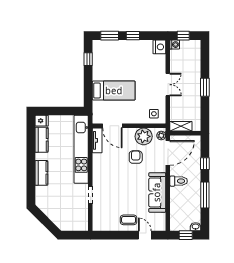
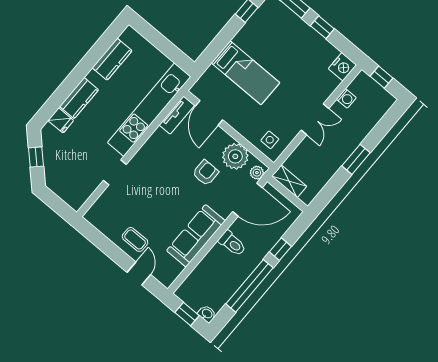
washing machine: (175, 45) -> (346, 98), moved
fridge: (42, 121) -> (61, 120), moved
window: (205, 195) -> (249, 286), width x1.46
window: (45, 220) -> (36, 157), added

